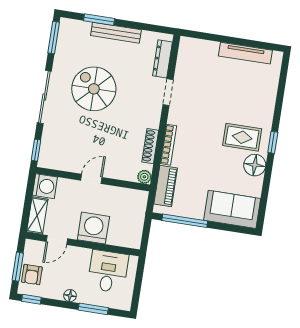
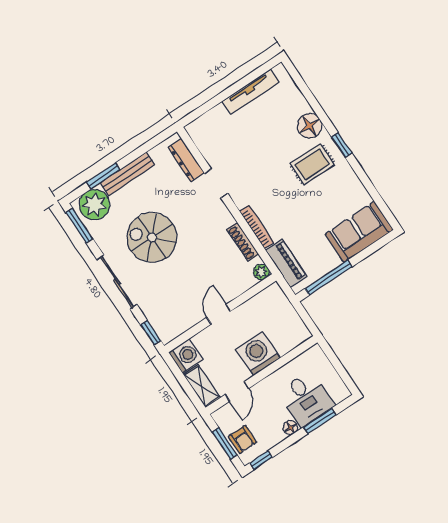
plant: (76, 33) -> (94, 205), added
floor lamp: (255, 165) -> (310, 126), moved
desk: (108, 271) -> (306, 399), moved, turned 180

